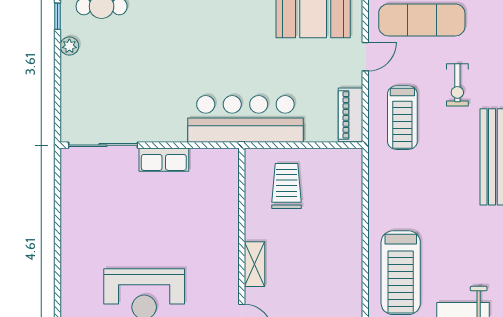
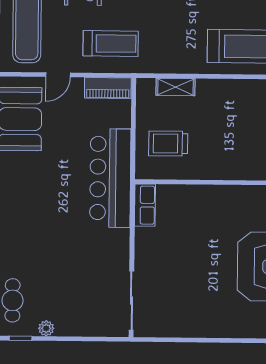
door: (365, 57) -> (58, 75), swing flipped
row of seats: (164, 160) -> (145, 205), moved
shelving: (255, 264) -> (175, 87), moved

